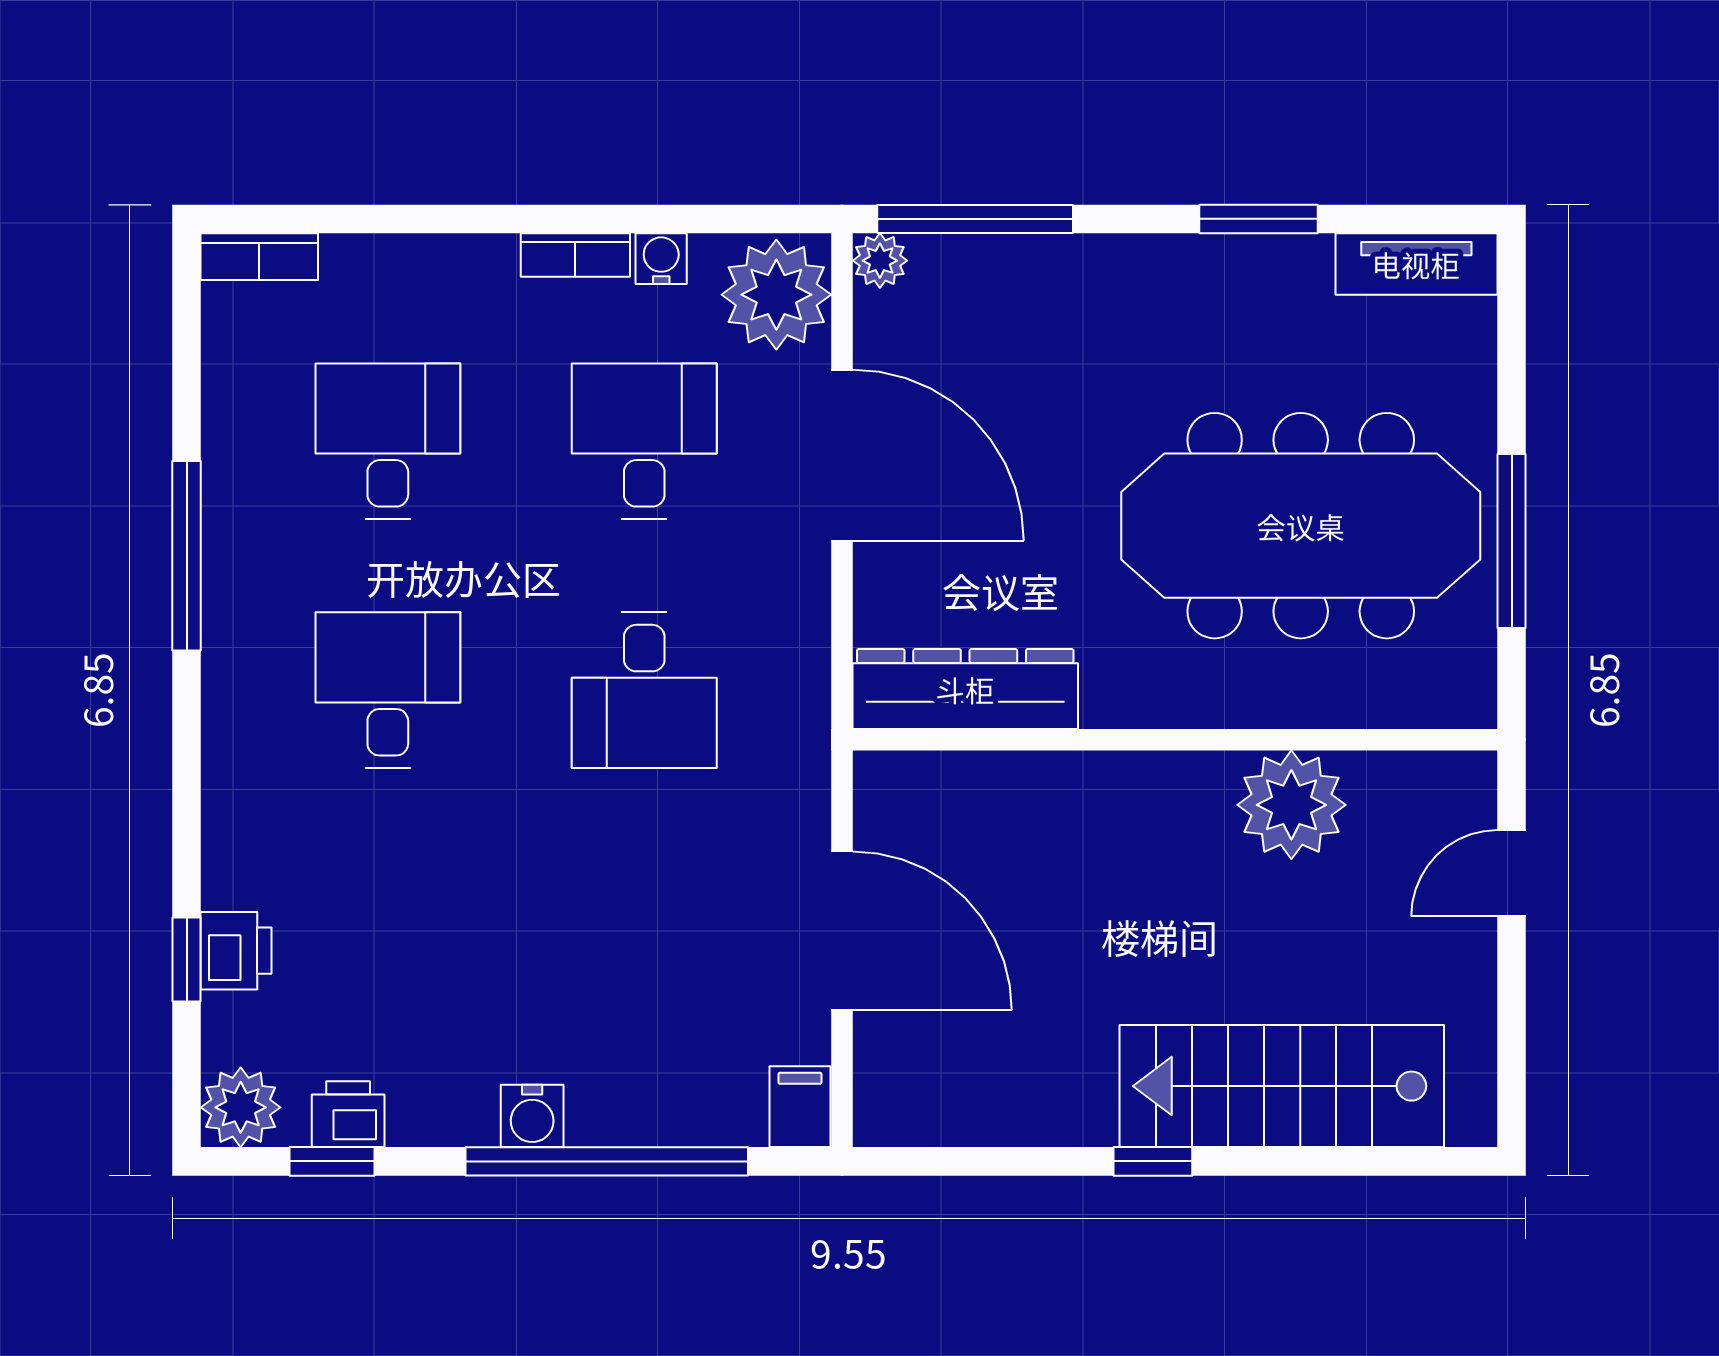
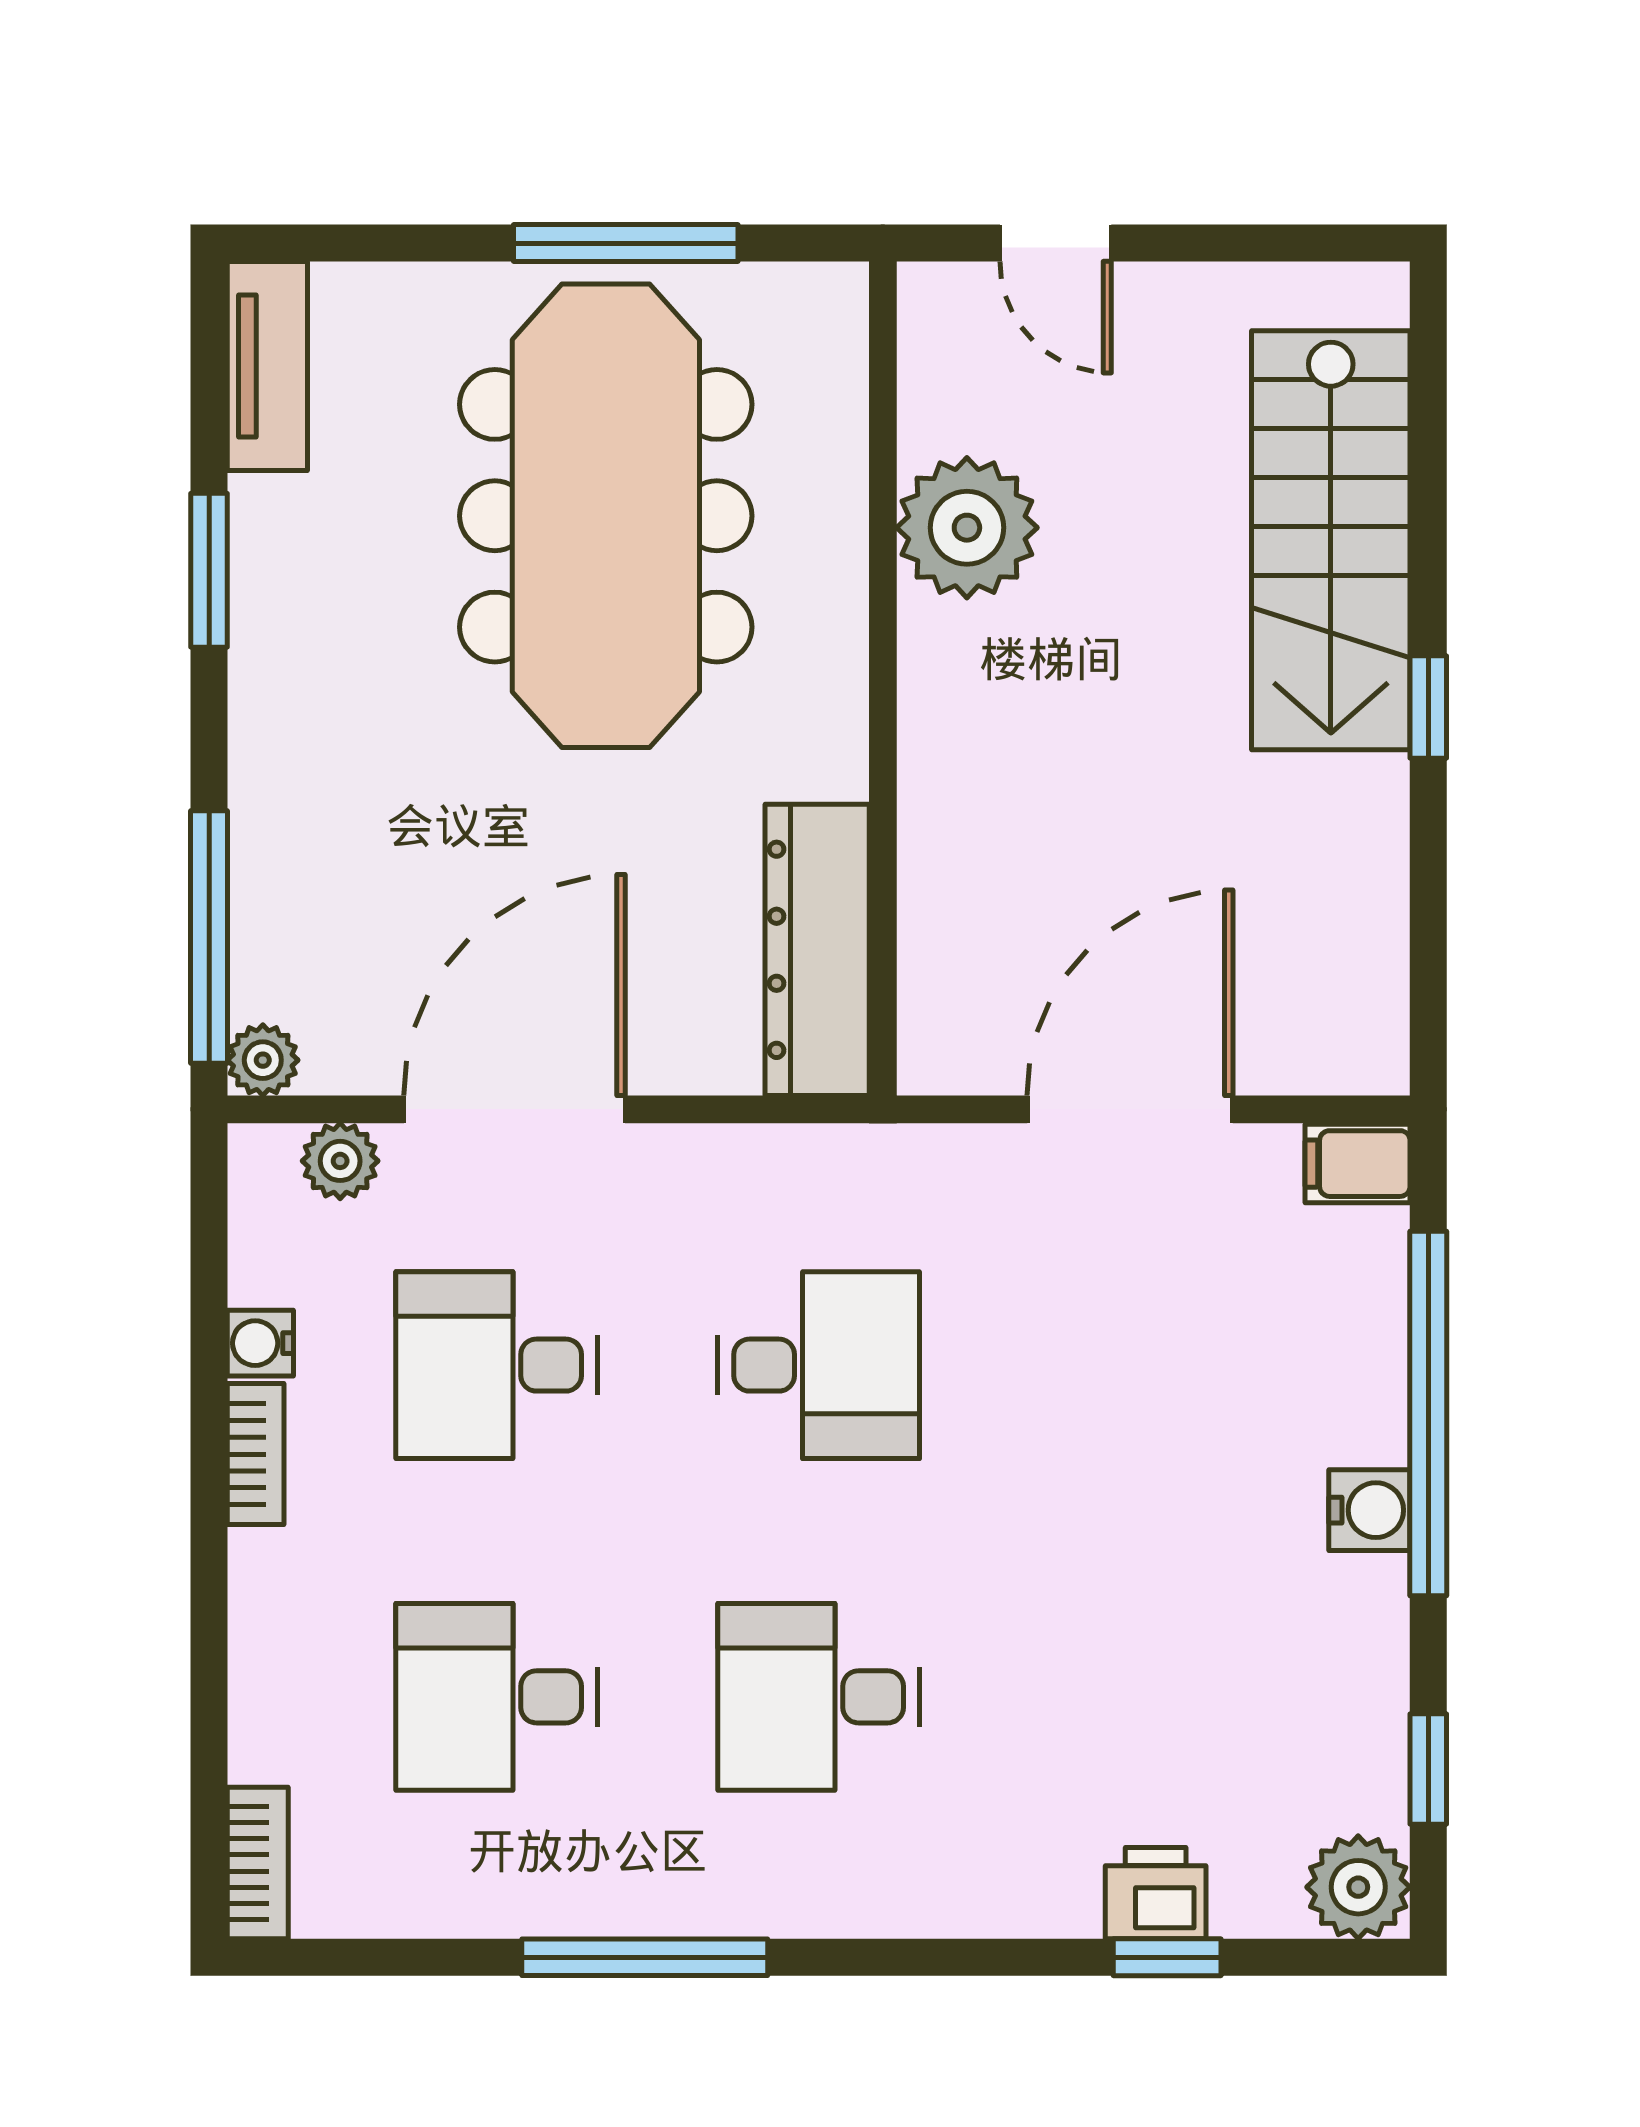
plant: (776, 295) -> (340, 1161), width x0.53, depth x0.53
printer: (348, 1114) -> (1367, 1748), removed

